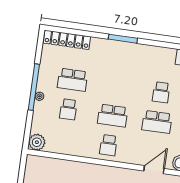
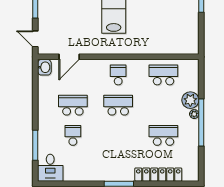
locker: (67, 40) -> (158, 175), moved
school desk: (68, 109) -> (163, 75), moved, width x1.85
plant: (37, 142) -> (190, 100), moved

